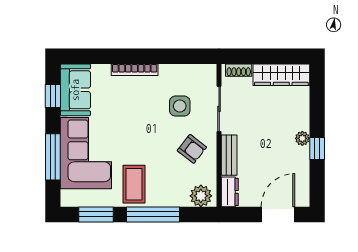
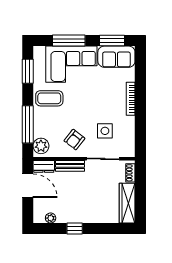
window: (53, 96) -> (112, 41), width x1.50
plant: (302, 138) -> (51, 218), moved
window: (153, 214) -> (28, 124), moved
door: (278, 214) -> (28, 186), moved

